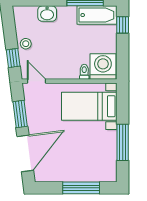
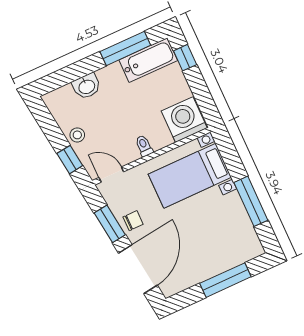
toilet: (84, 72) -> (144, 146), moved
chair: (37, 119) -> (133, 221), added

